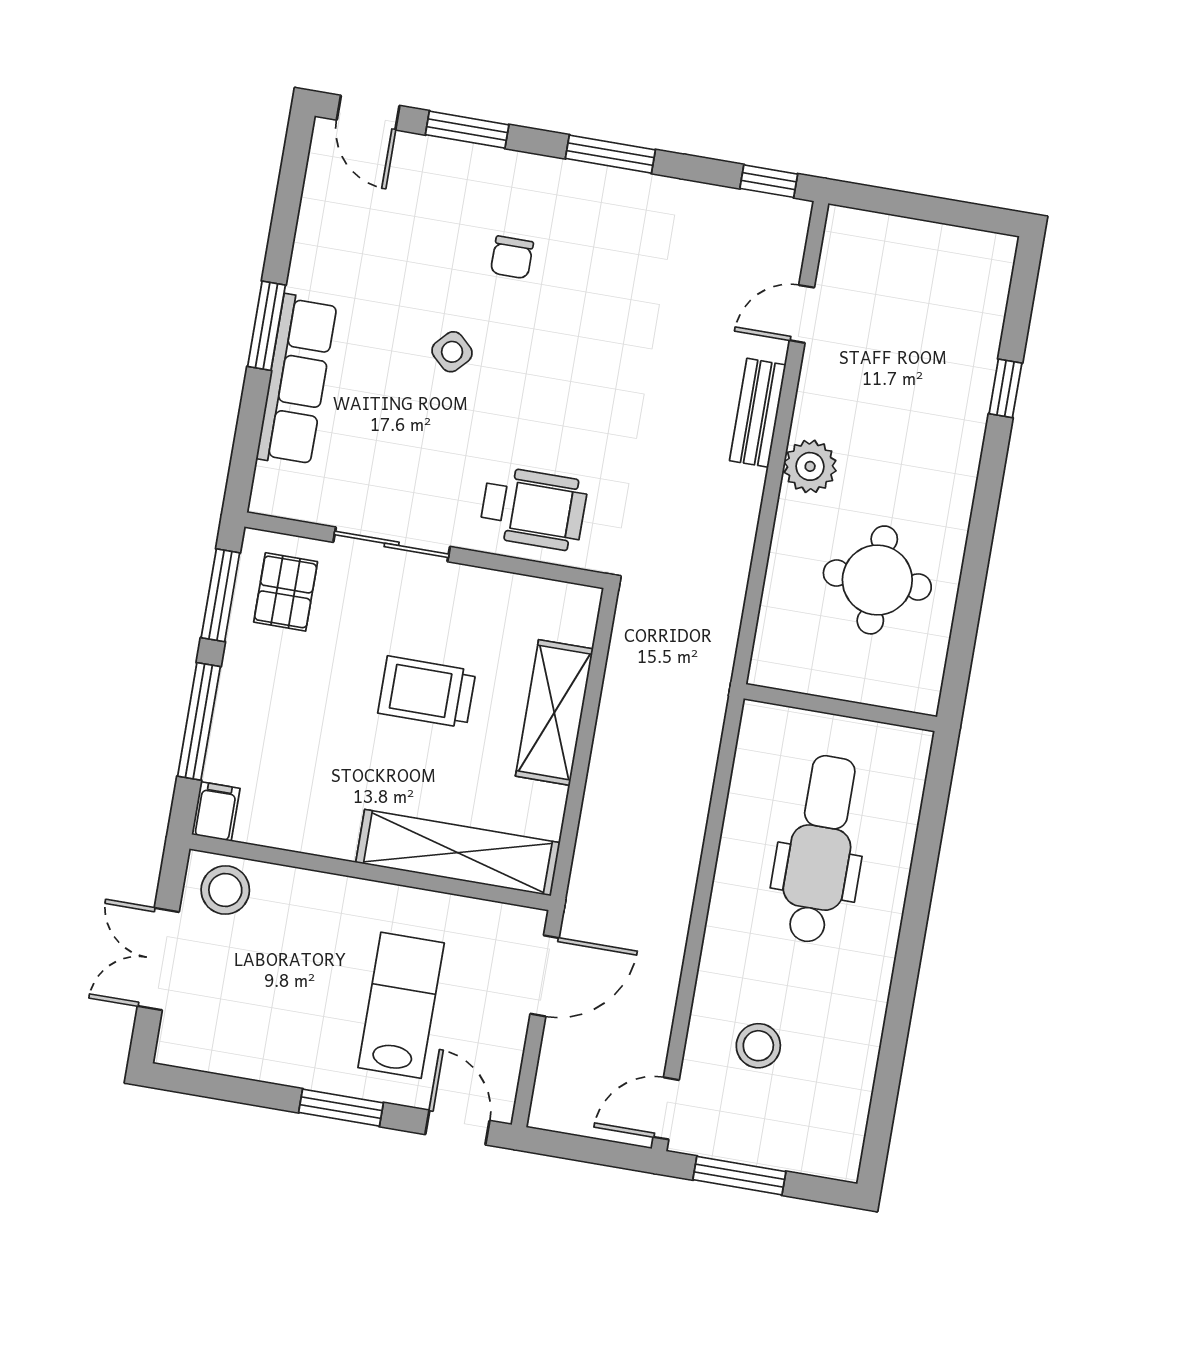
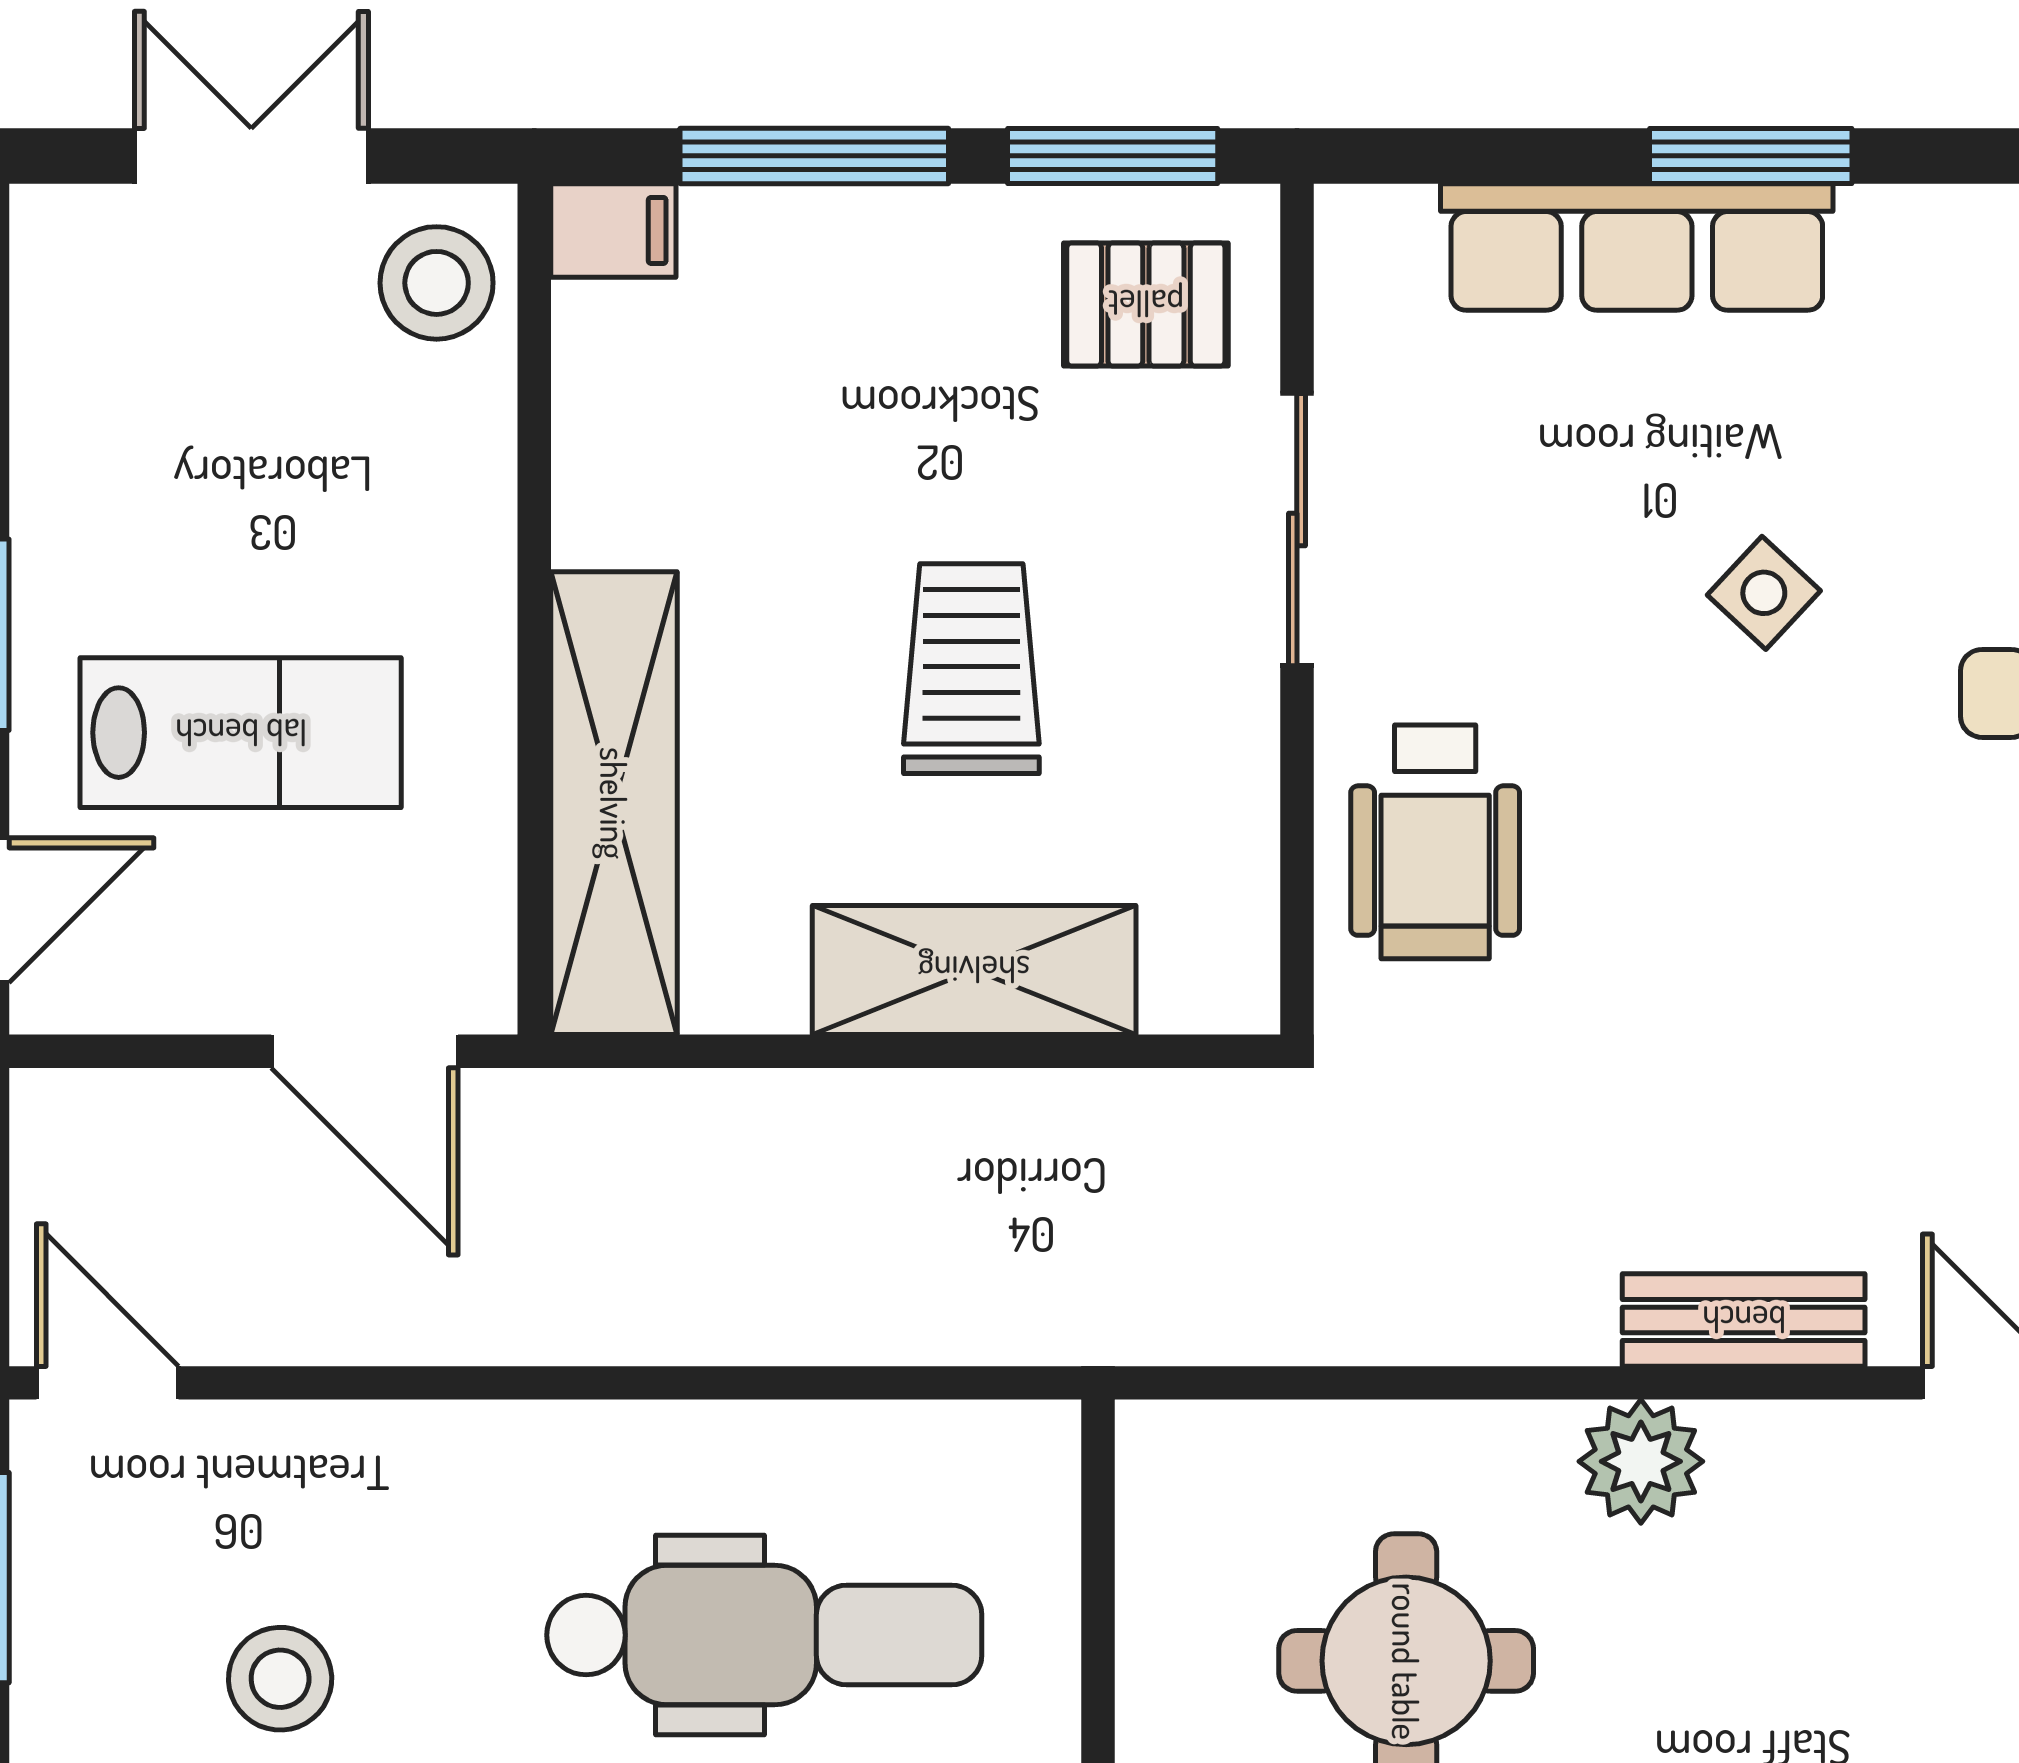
stool: (758, 1046) -> (280, 1679), moved

